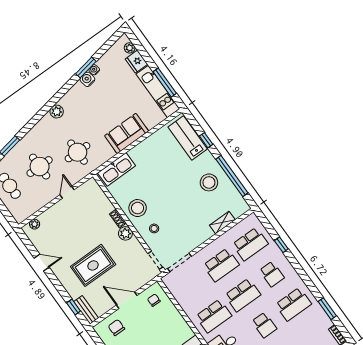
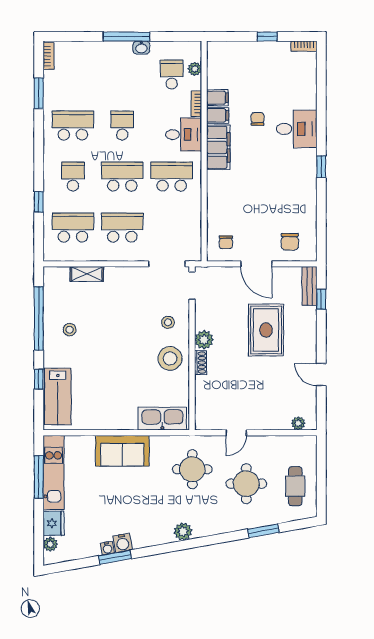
stool: (209, 182) -> (70, 330), width x0.53, depth x0.53
rug: (93, 265) -> (266, 330), turned 90

